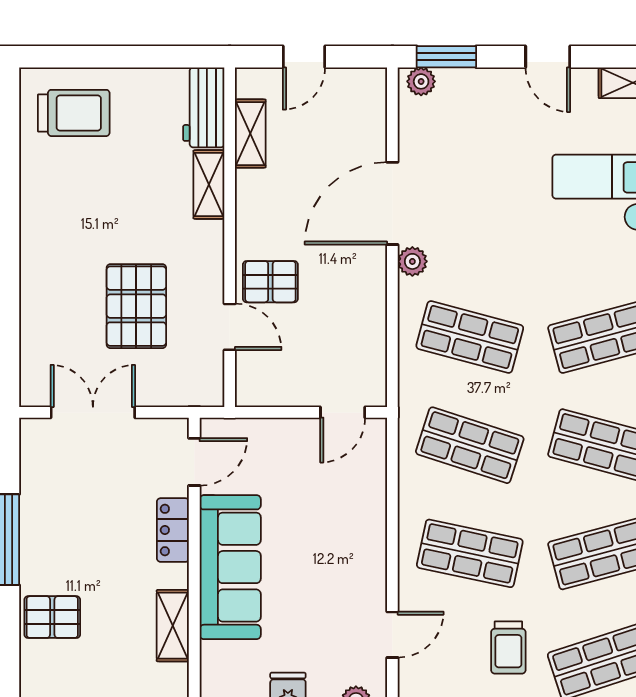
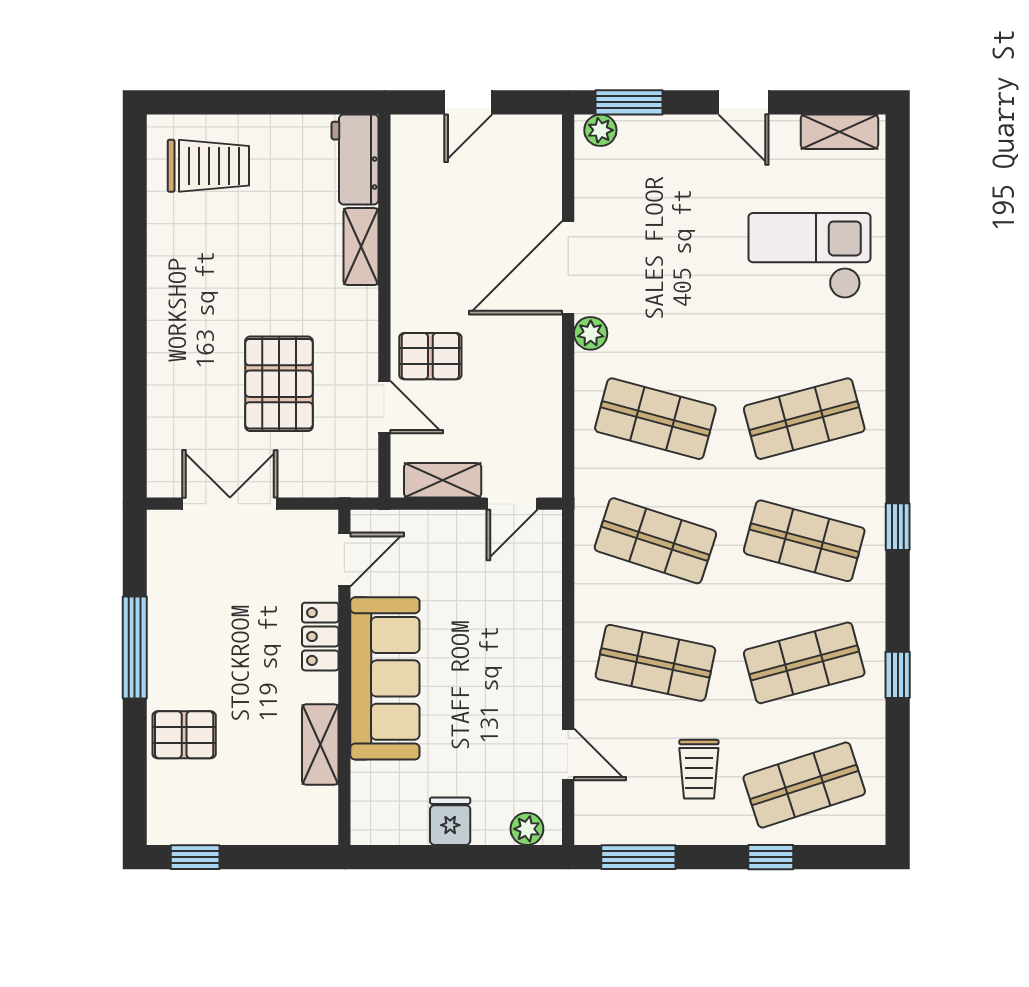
shelving: (250, 134) -> (443, 480), moved, turned 90
door: (392, 635) -> (568, 755), hinge flipped

